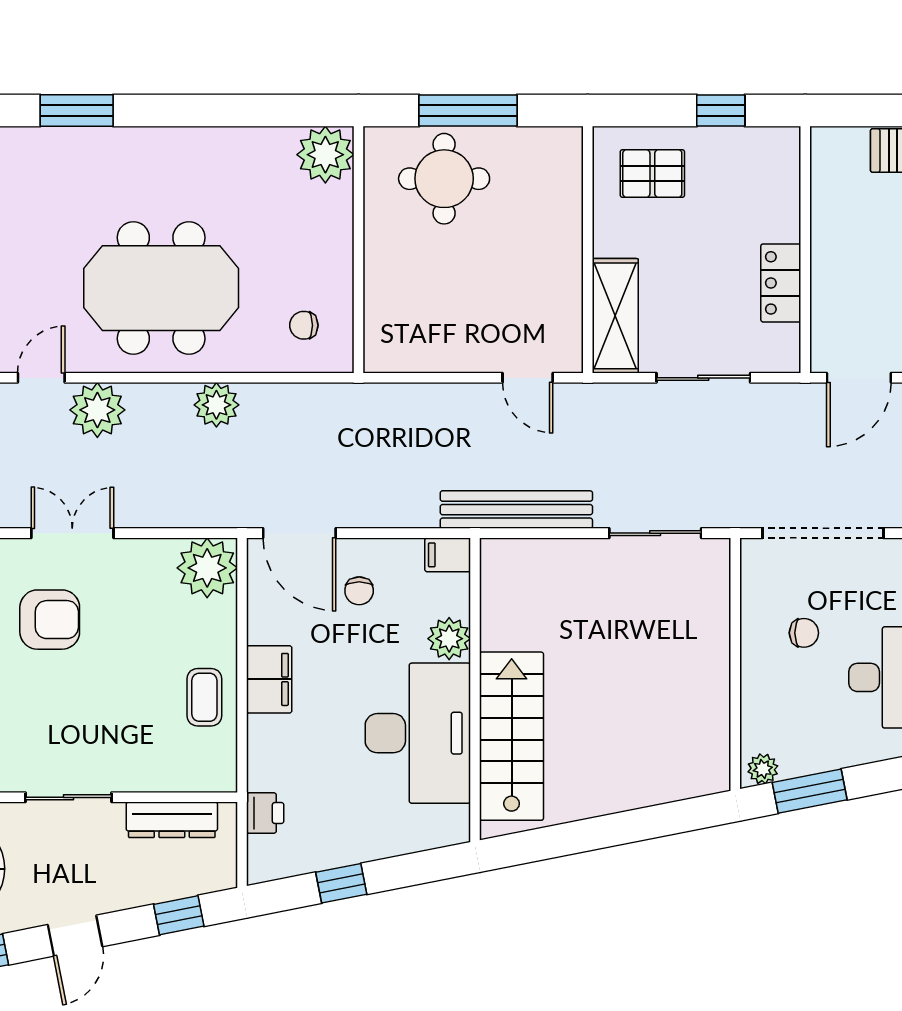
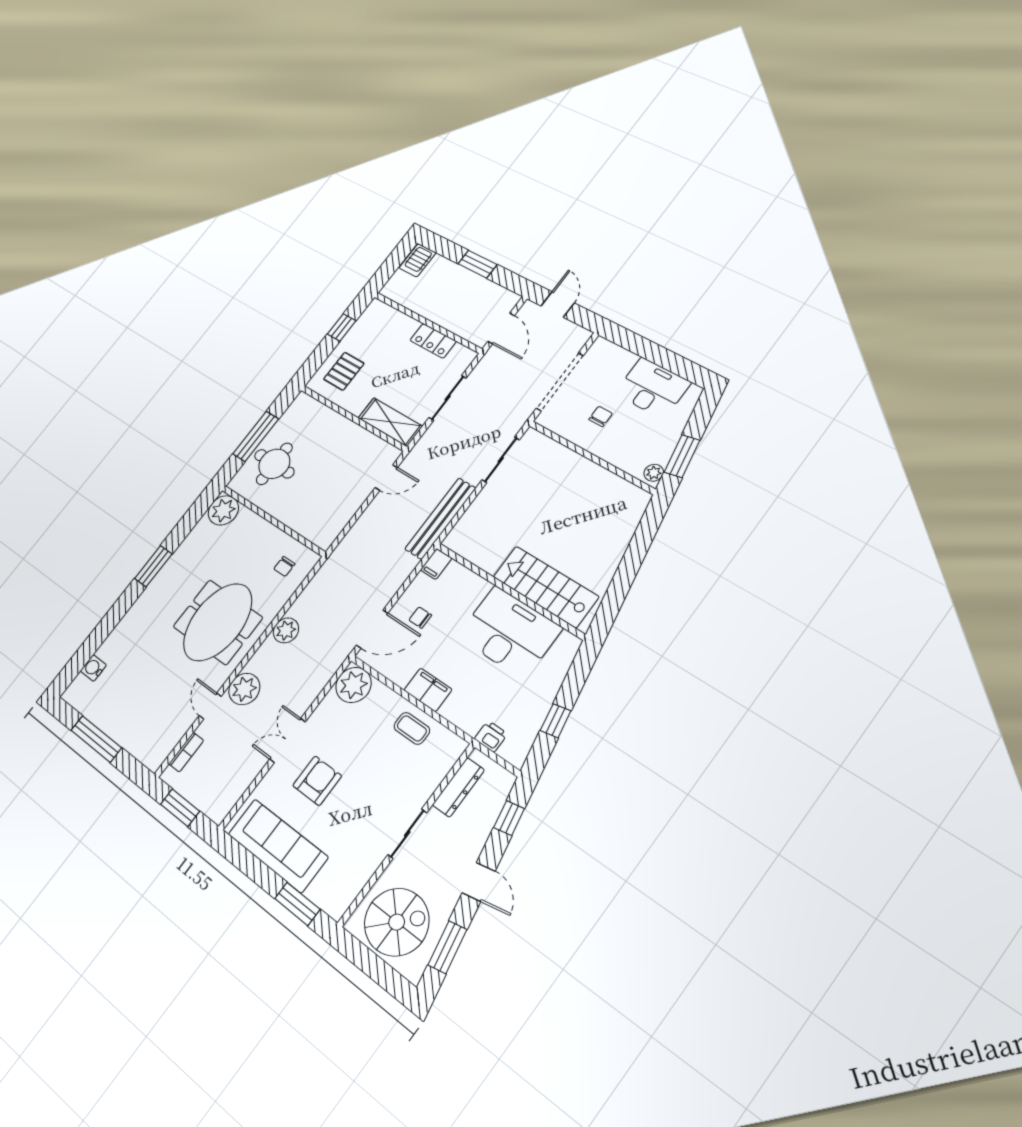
window: (77, 111) -> (153, 566), moved
chair: (359, 591) -> (420, 618), turned 180
plant: (449, 639) -> (476, 588), removed

